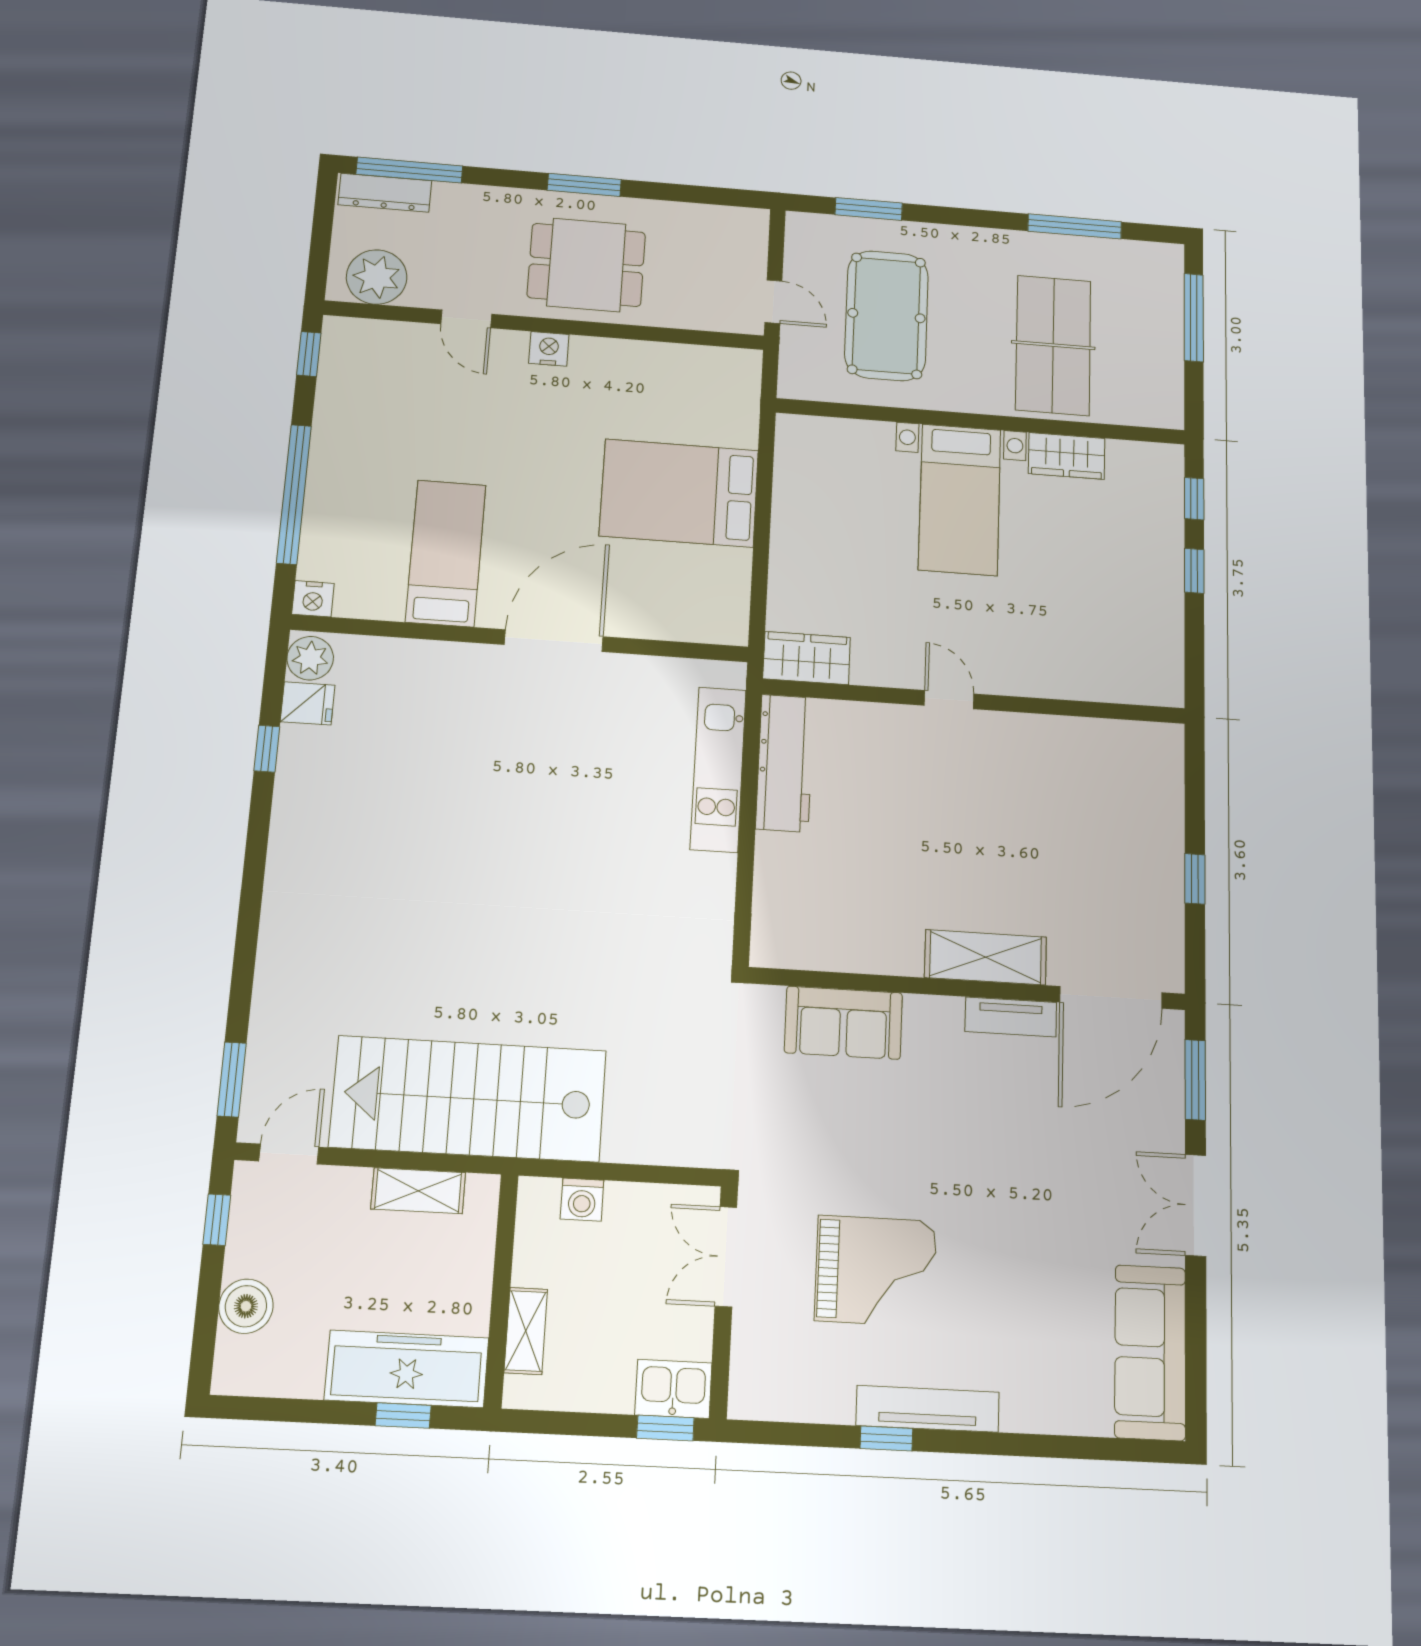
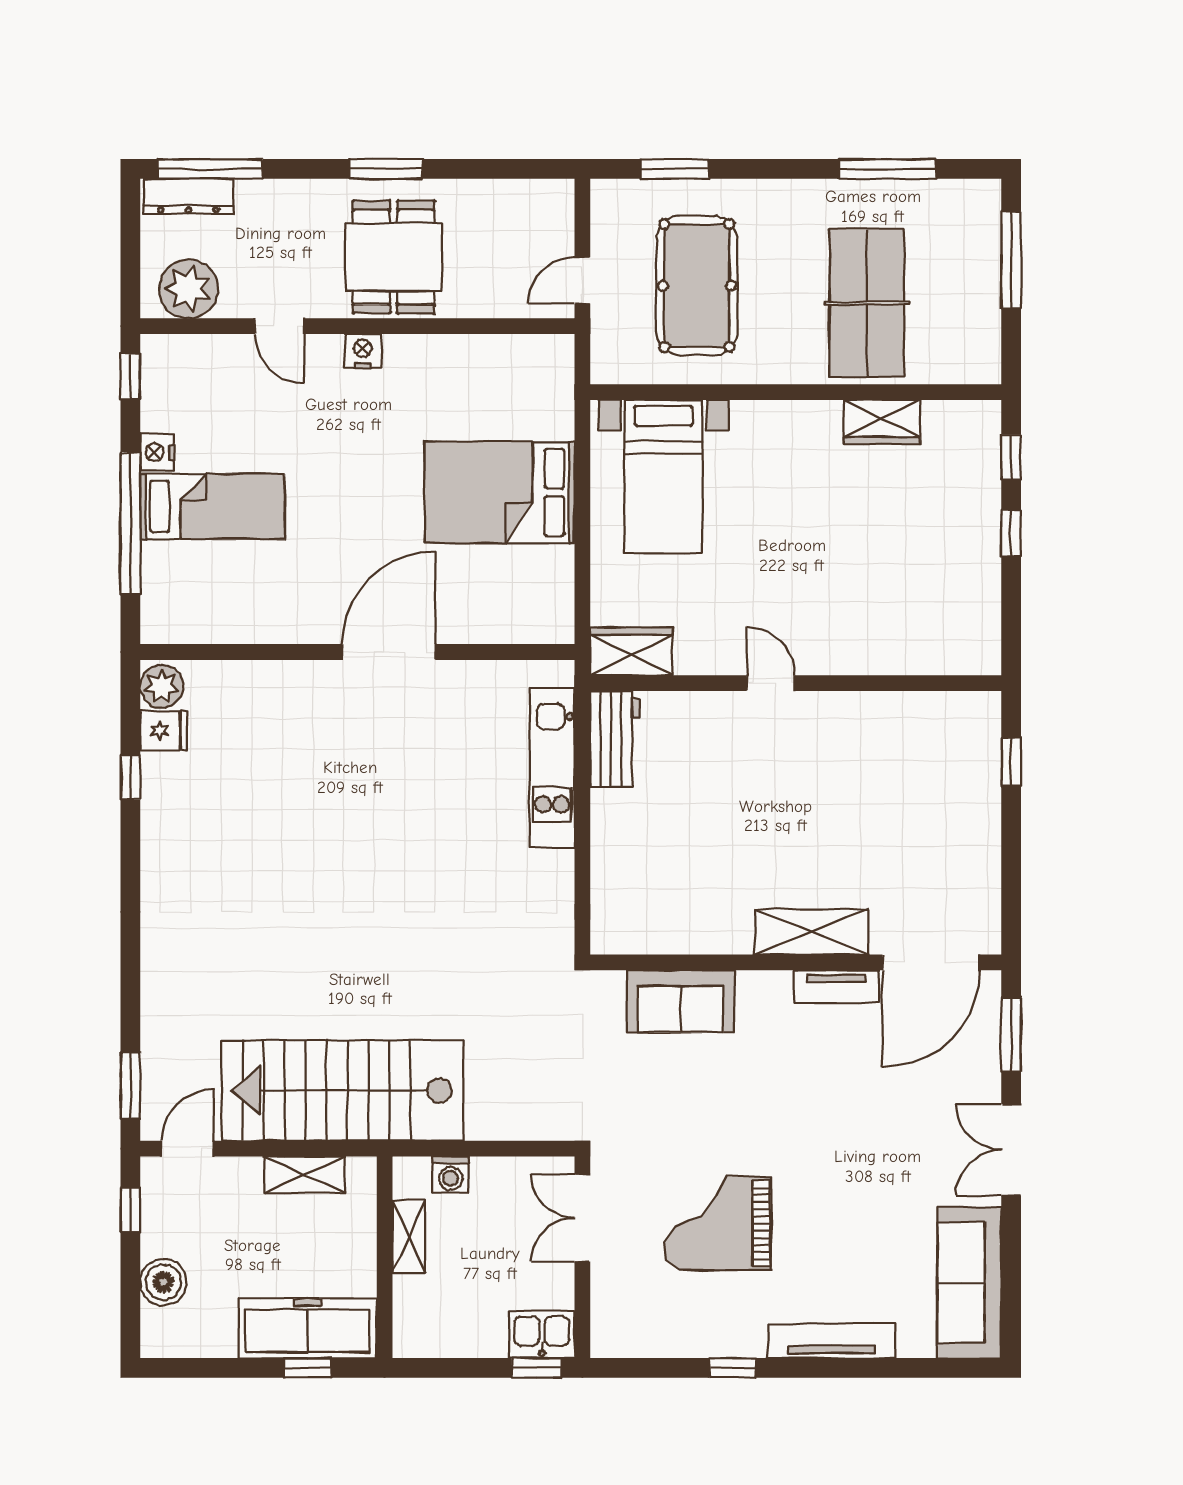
dining table: (586, 265) -> (394, 257), turned 90
door: (773, 302) -> (582, 280), swing flipped
bed with nightstands: (960, 499) -> (664, 477), moved
bed: (446, 553) -> (213, 506), moved, turned 90
nightstand: (313, 599) -> (157, 452), moved, turned 90
workbench: (785, 763) -> (615, 739), width x0.73
window: (1195, 879) -> (1011, 762), moved
grand piano: (876, 1271) -> (718, 1223), turned 180
shelving: (526, 1331) -> (409, 1237), moved
tv unit: (928, 1409) -> (831, 1341), moved

